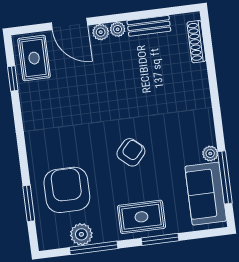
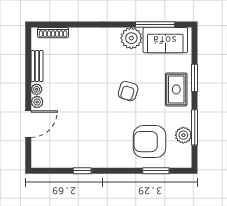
rug: (34, 58) -> (50, 153), removed
window: (13, 78) -> (82, 171), moved
armchair: (131, 152) -> (128, 91), turned -115
plant: (210, 154) -> (131, 38), width x1.88, depth x1.88

